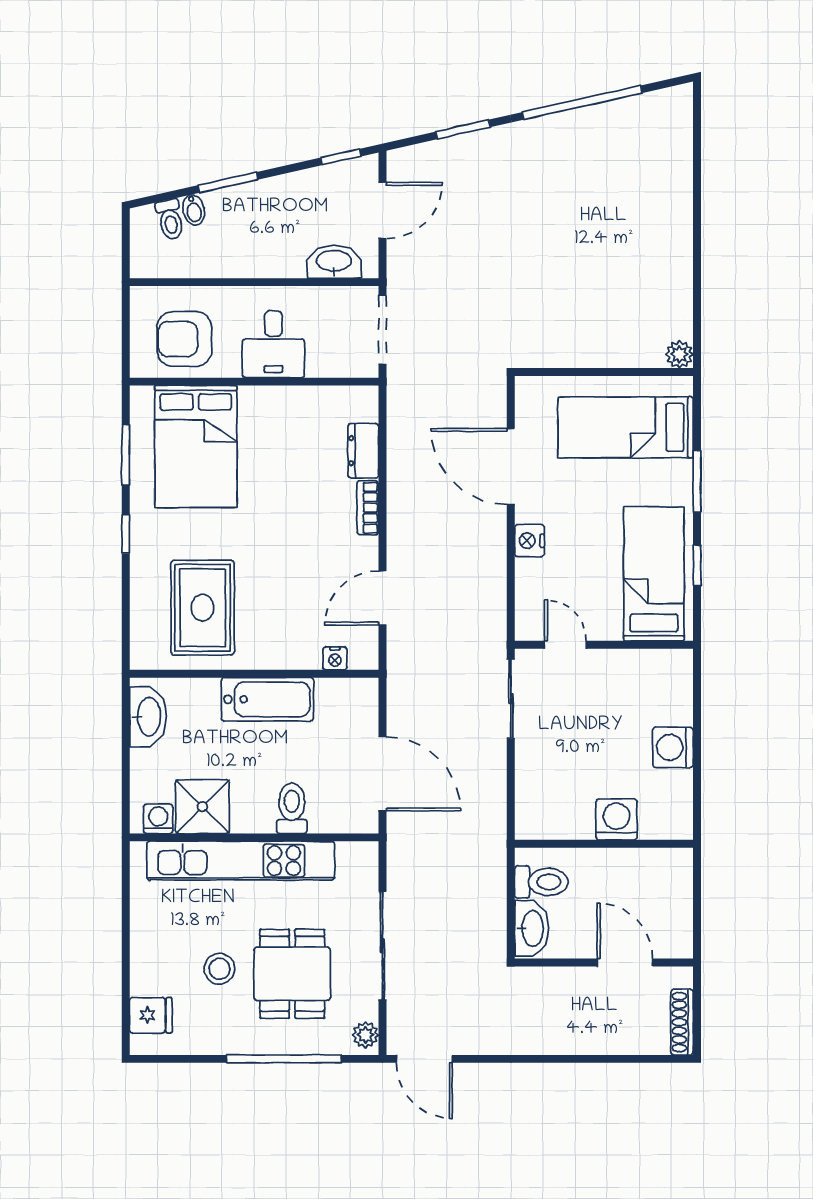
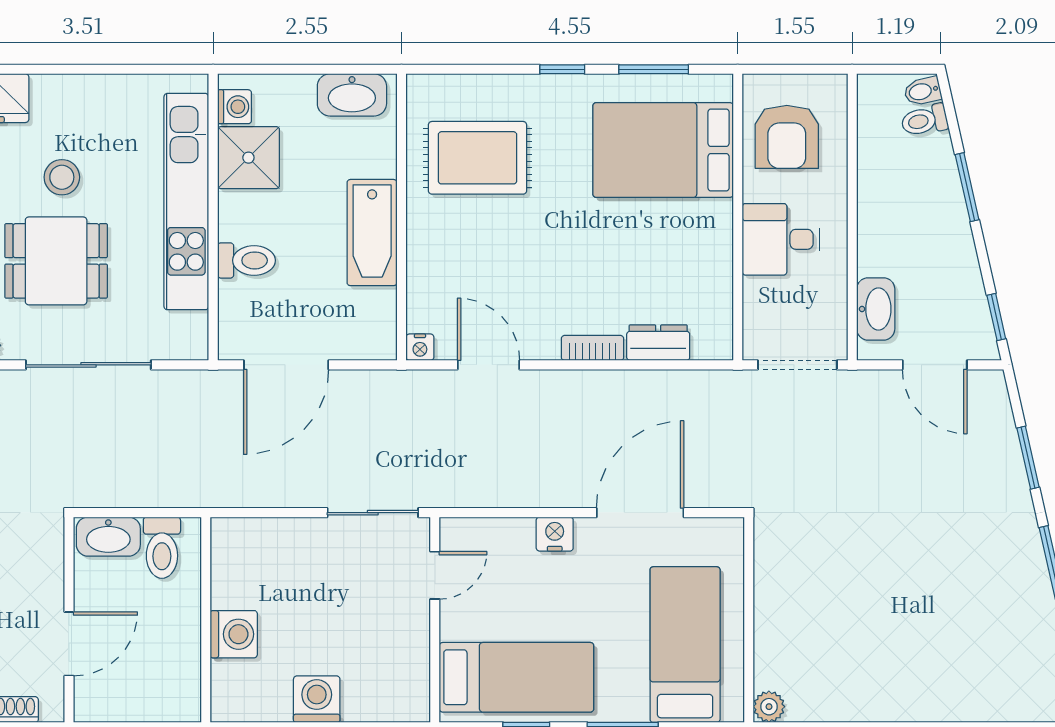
bidet: (194, 210) -> (923, 91), moved
armchair: (184, 339) -> (787, 137), turned 180
nightstand: (335, 658) -> (420, 347), moved, turned -90

